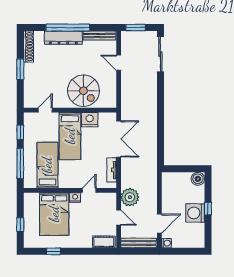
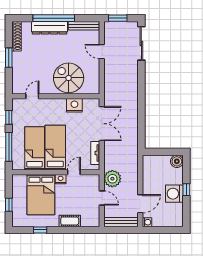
spiral stairs: (83, 91) -> (69, 78), turned 180
bed: (70, 136) -> (55, 148), moved, turned 180
cot: (104, 242) -> (70, 221), moved

